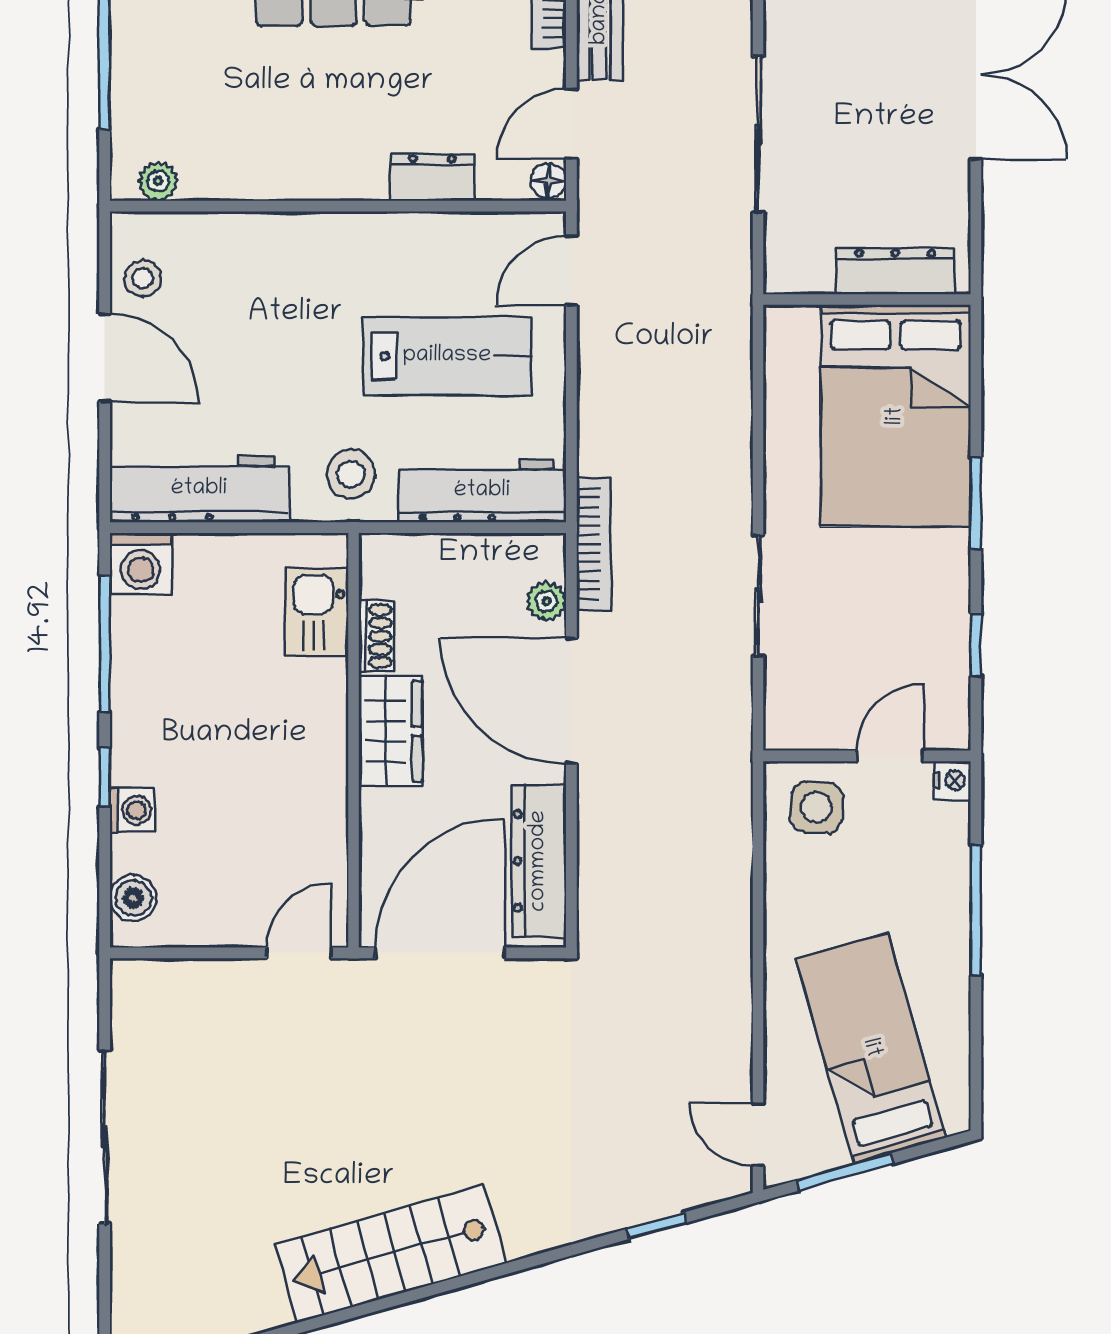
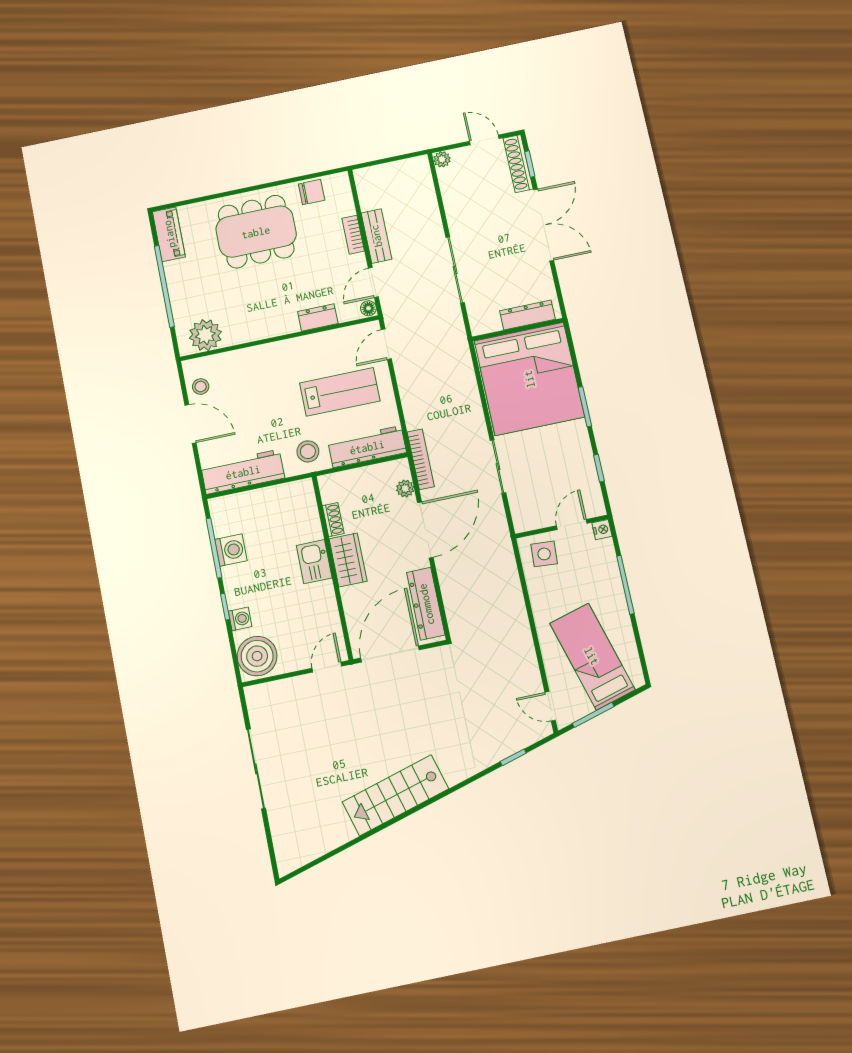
plant: (158, 181) -> (205, 335), width x1.88, depth x1.88
bed: (896, 416) -> (529, 379), width x1.36
washing machine: (141, 564) -> (231, 550), moved, turned -90
kitchen sink: (317, 612) -> (314, 562), moved
door: (571, 701) -> (425, 530), swing flipped
boiler: (133, 898) -> (257, 656), width x1.86, depth x1.86

